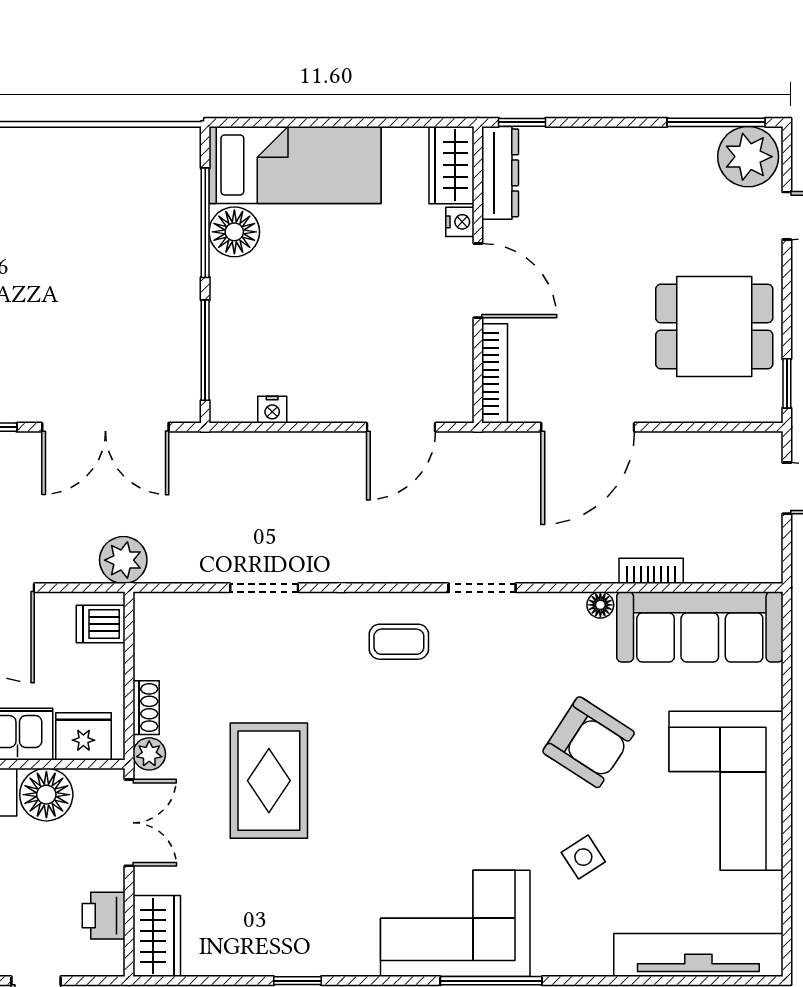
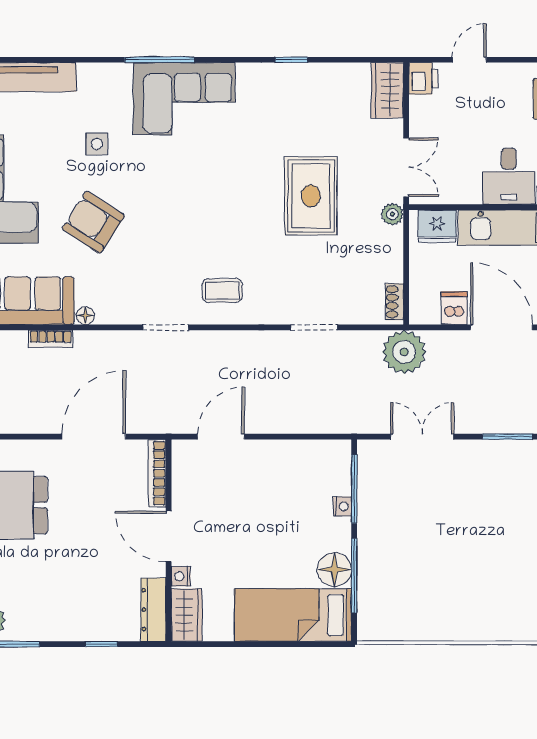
window: (522, 122) -> (101, 644), moved
nightstand: (272, 410) -> (342, 506), moved, turned 90
double door: (105, 427) -> (422, 437), width x0.73
plant: (123, 560) -> (404, 352), width x1.36, depth x1.36
dishwasher: (101, 624) -> (454, 308), moved, turned -90
shoe rack: (146, 708) -> (394, 302), moved
floor lamp: (46, 795) -> (462, 186), removed
double door: (129, 823) -> (406, 167), swing flipped
side table: (583, 857) -> (97, 144), turned 33
printer: (104, 916) -> (423, 78), moved

